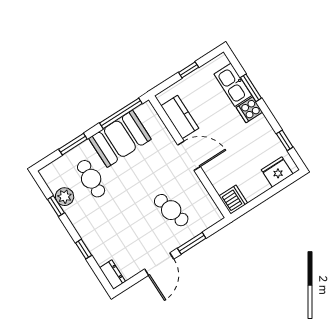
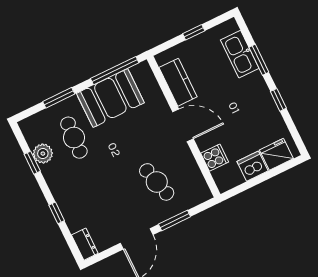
cooker: (249, 110) -> (215, 158), moved, turned 180
window: (285, 140) -> (278, 100), moved
dishwasher: (233, 200) -> (253, 166), moved, turned -90

